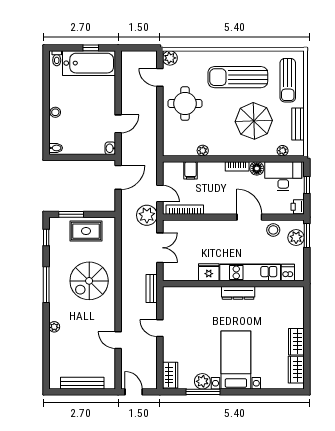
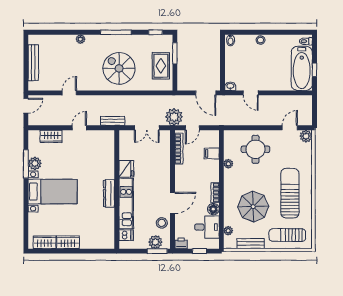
round table: (185, 104) -> (256, 149), moved
desk: (283, 176) -> (207, 227), width x0.73
wardrobe: (170, 375) -> (51, 136), moved

